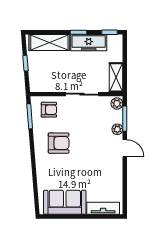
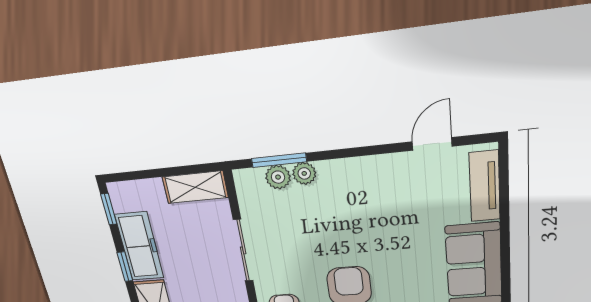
plant: (117, 103) -> (278, 177), moved
door: (125, 148) -> (432, 144), moved

